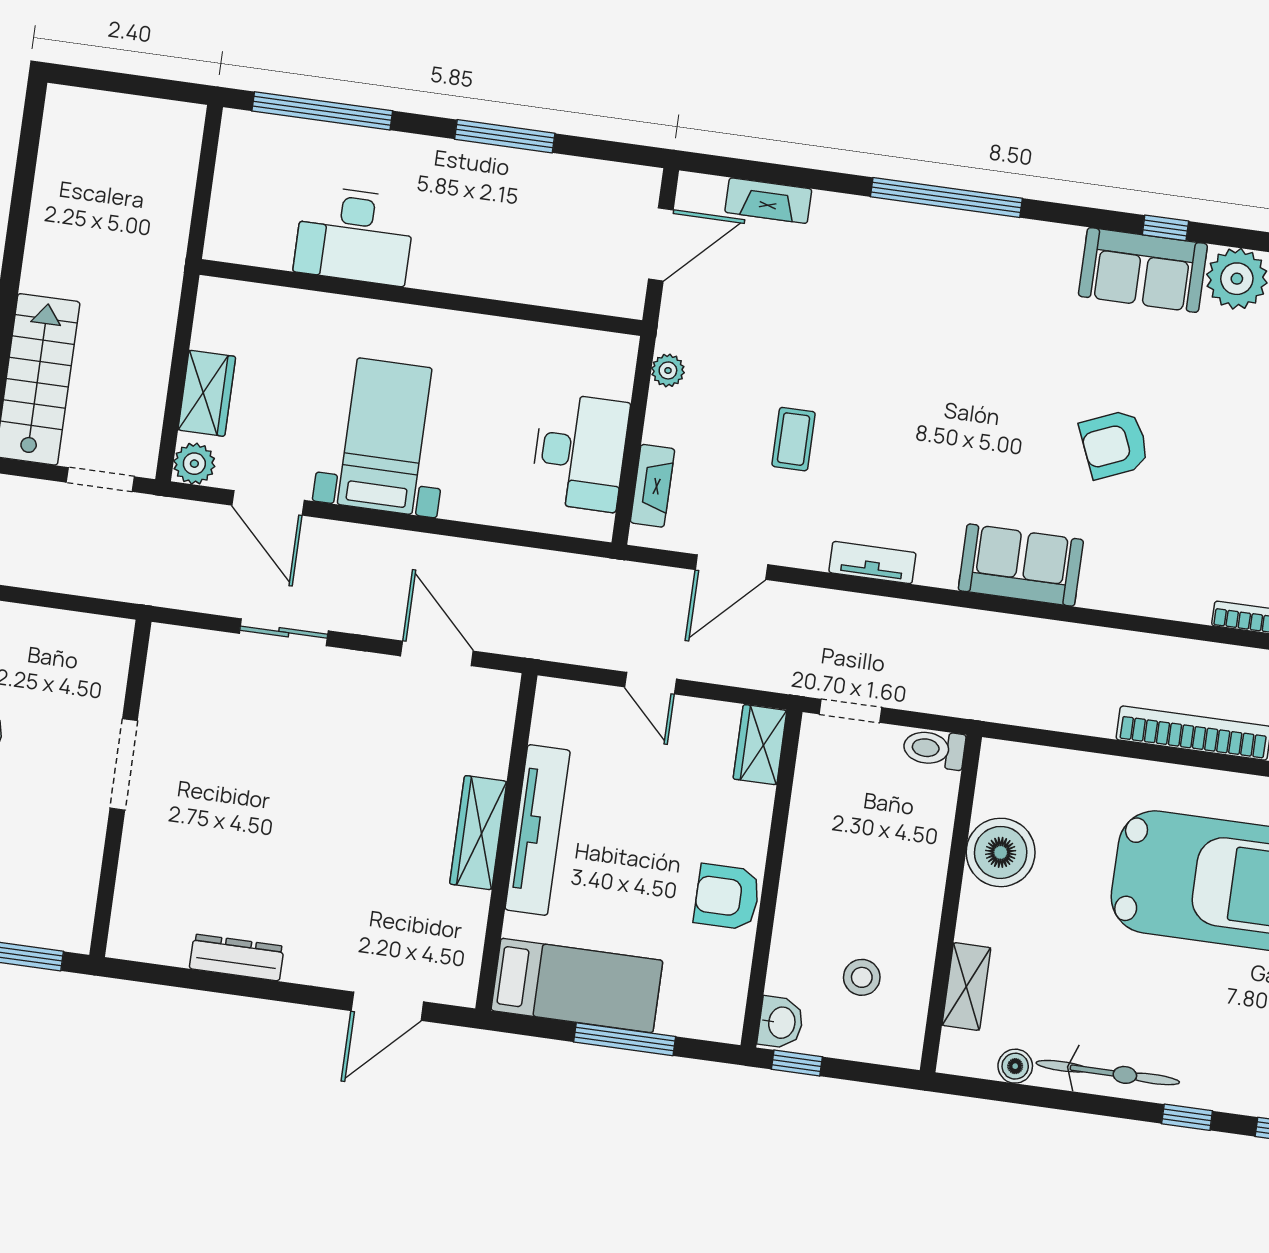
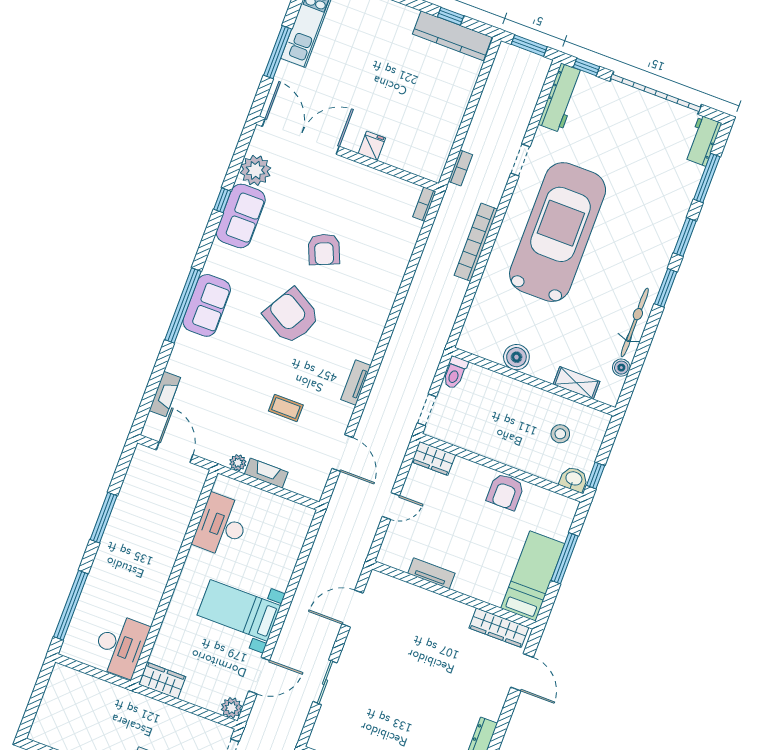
desk: (355, 236) -> (120, 646), moved
wardrobe: (207, 393) -> (163, 681), moved
armchair: (972, 411) -> (292, 316), added
desk: (580, 452) -> (222, 526), moved, turned -90
fireplace: (652, 486) -> (266, 473), moved
sofa: (1021, 565) -> (207, 305), moved, turned 180
tv unit: (538, 830) -> (431, 573), width x0.52, depth x0.78
wardrobe: (478, 833) -> (499, 628), moved
boiler: (1001, 852) -> (516, 357), width x0.73, depth x0.73
window: (1187, 1117) -> (666, 288), width x1.50

